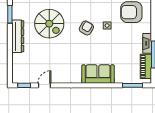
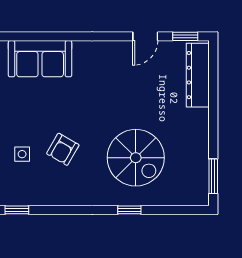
spiral stairs: (49, 24) -> (136, 158), turned 180
dresser: (18, 36) -> (198, 75), moved

